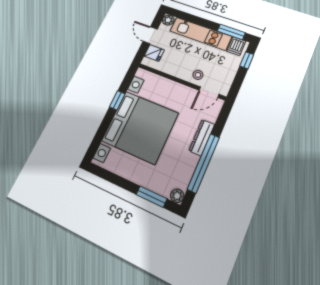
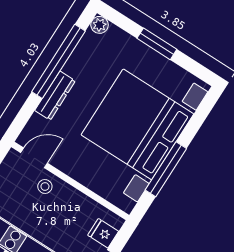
window: (117, 100) -> (166, 169), width x2.17
window: (151, 197) -> (157, 44), moved

